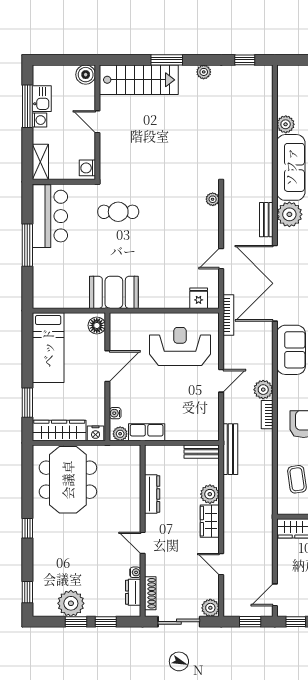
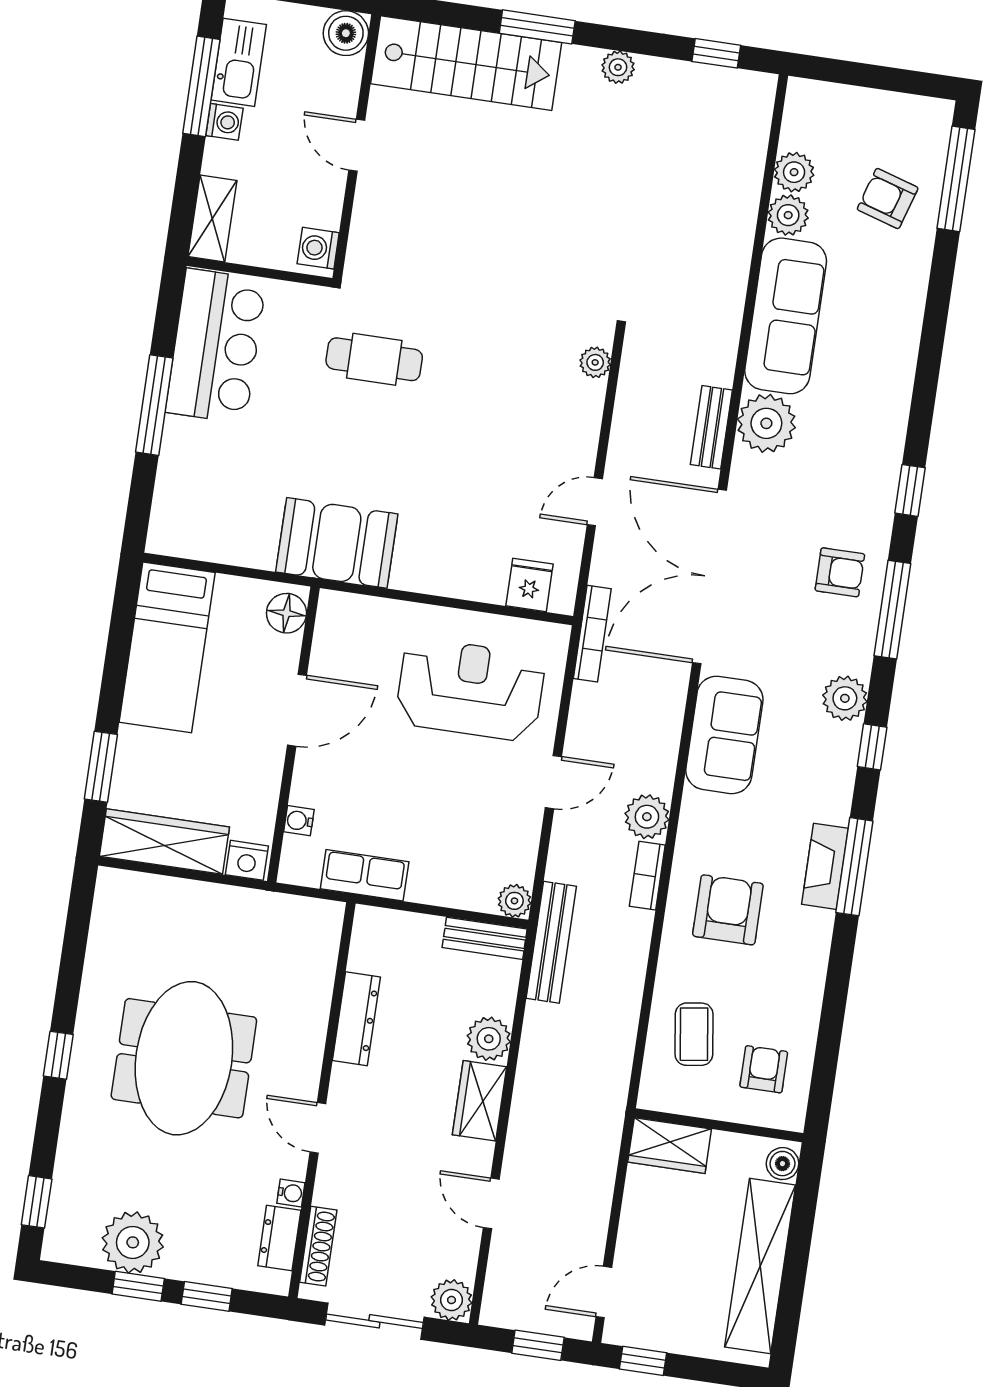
kitchen sink: (42, 99) -> (239, 62), width x1.38
plant: (285, 106) -> (794, 172), added
plant: (120, 434) -> (514, 901), moved
meeting table: (68, 480) -> (184, 1058), moved

